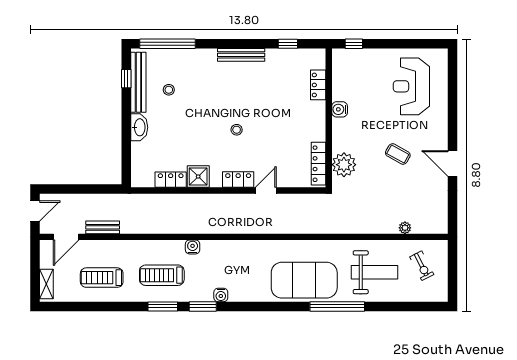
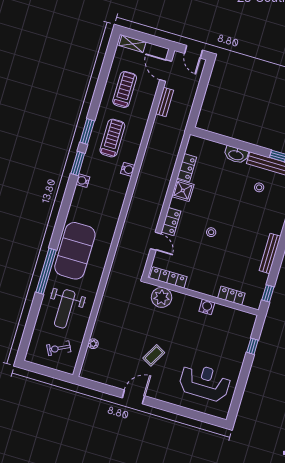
locker: (318, 85) -> (231, 296), moved
water cooler: (340, 109) -> (207, 307), moved
wall: (329, 118) -> (203, 296), moved
locker: (319, 164) -> (168, 277), moved
plant: (344, 165) -> (162, 297), moved

